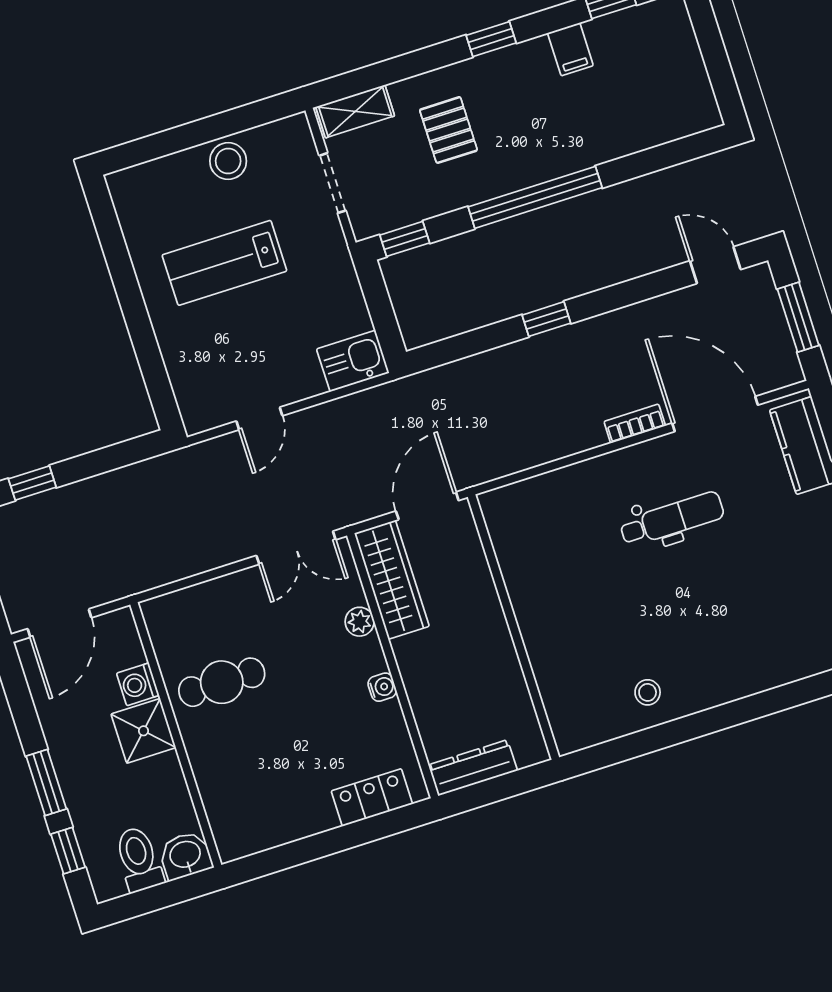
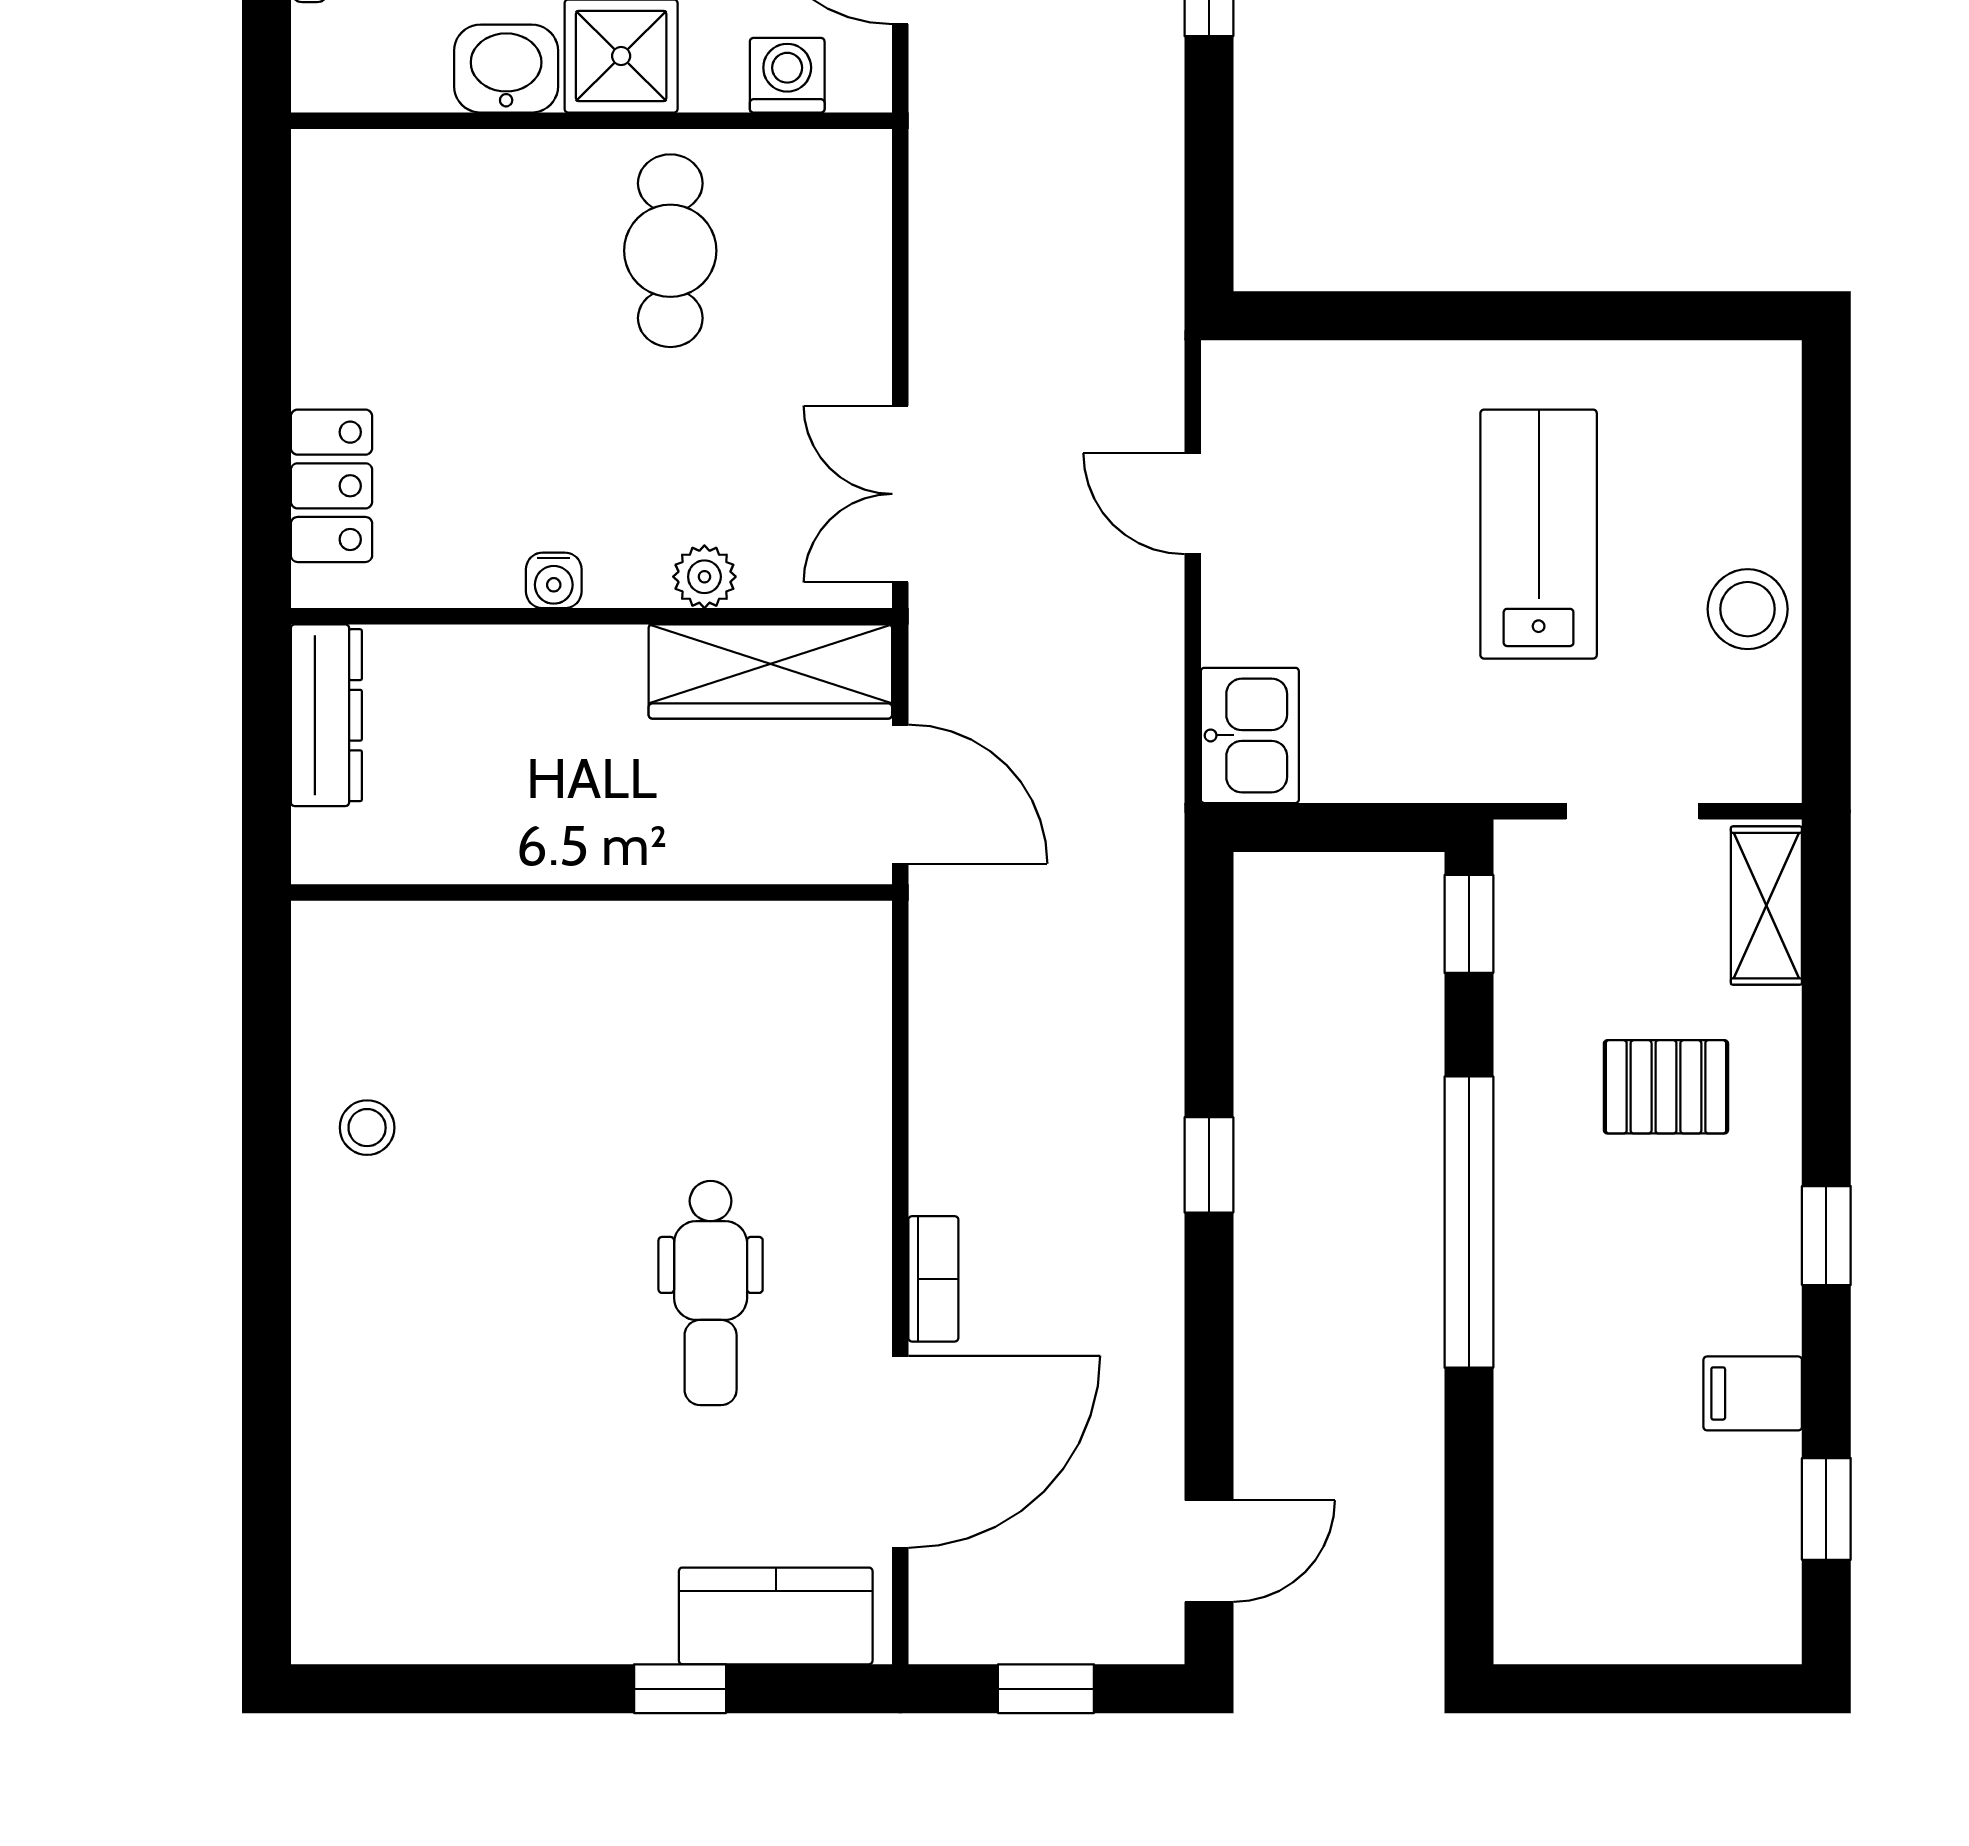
window: (798, 317) -> (1046, 1689), width x0.67
washing machine: (138, 684) -> (787, 75), moved
washbasin: (185, 855) -> (506, 69), moved, turned -90

